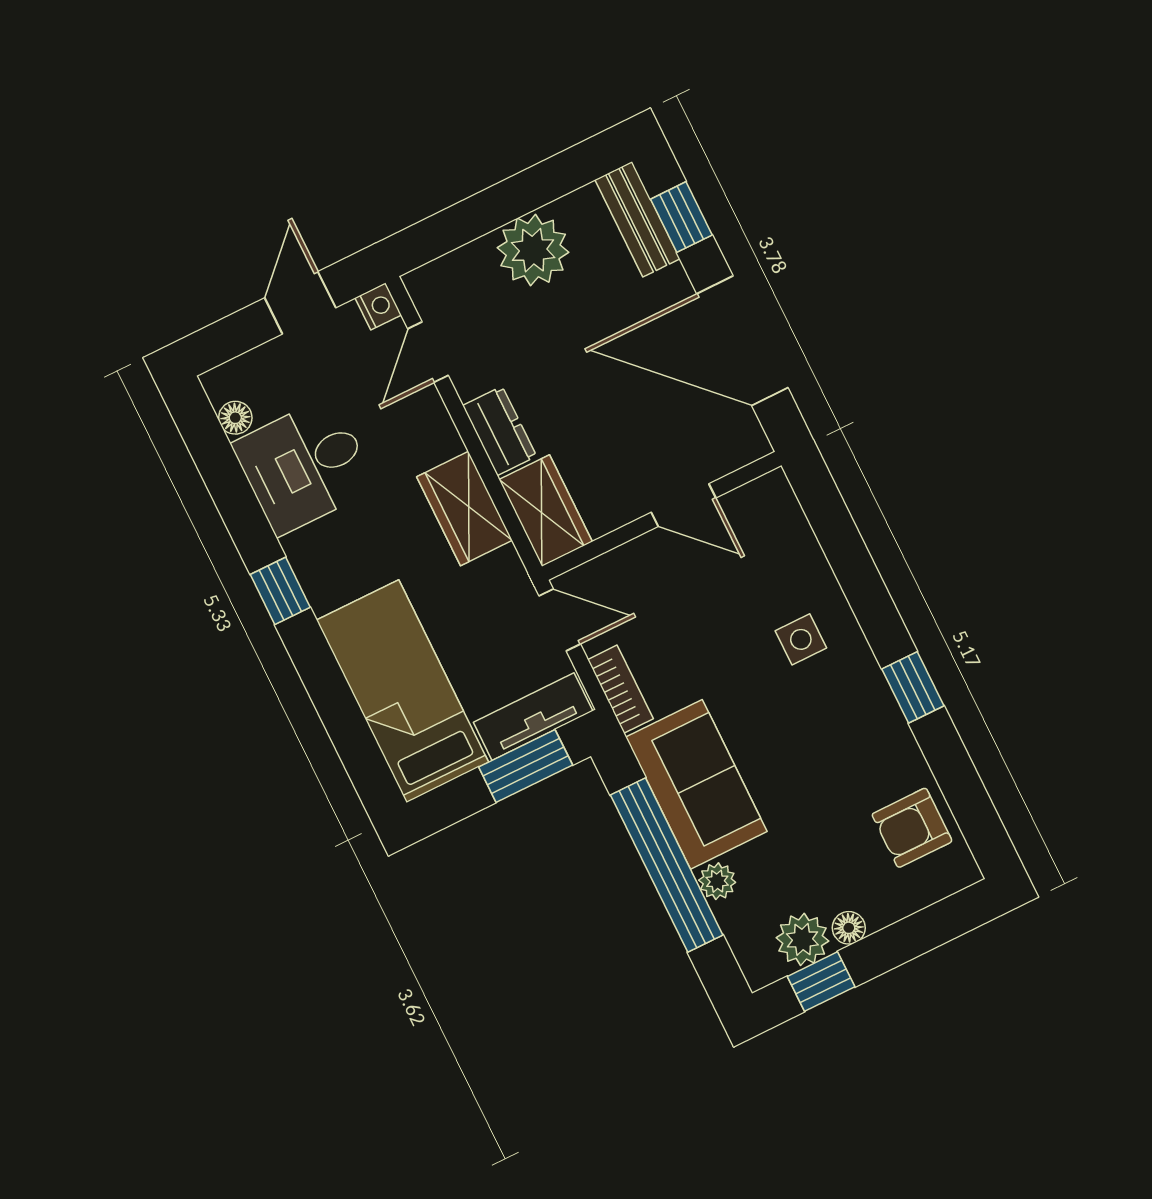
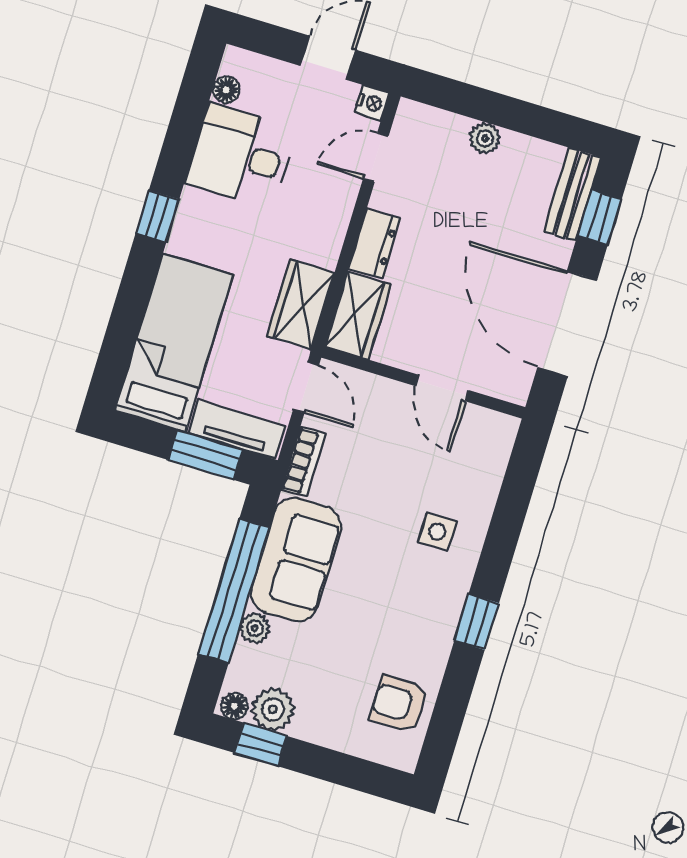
plant: (533, 250) -> (485, 138), width x0.53, depth x0.53
wardrobe: (465, 509) -> (301, 304), moved
floor lamp: (849, 928) -> (235, 706), moved

